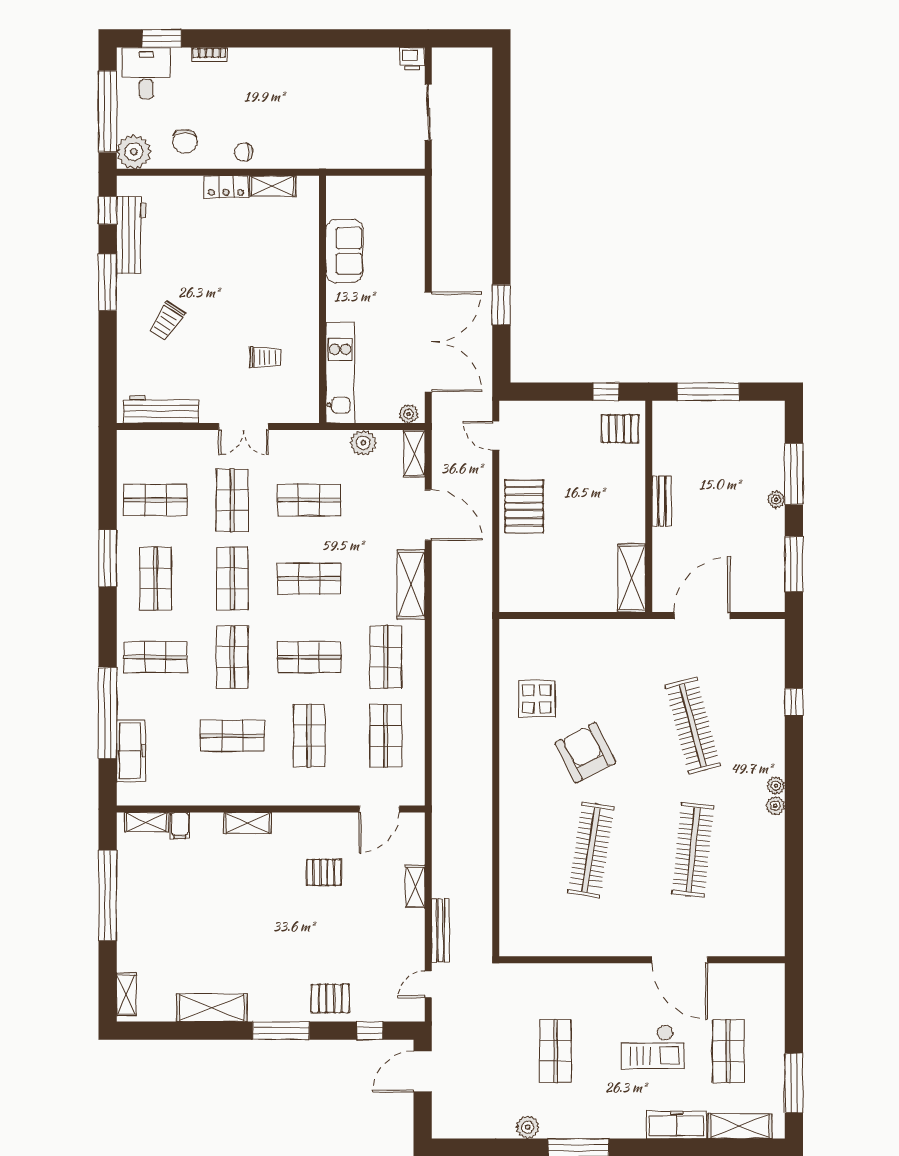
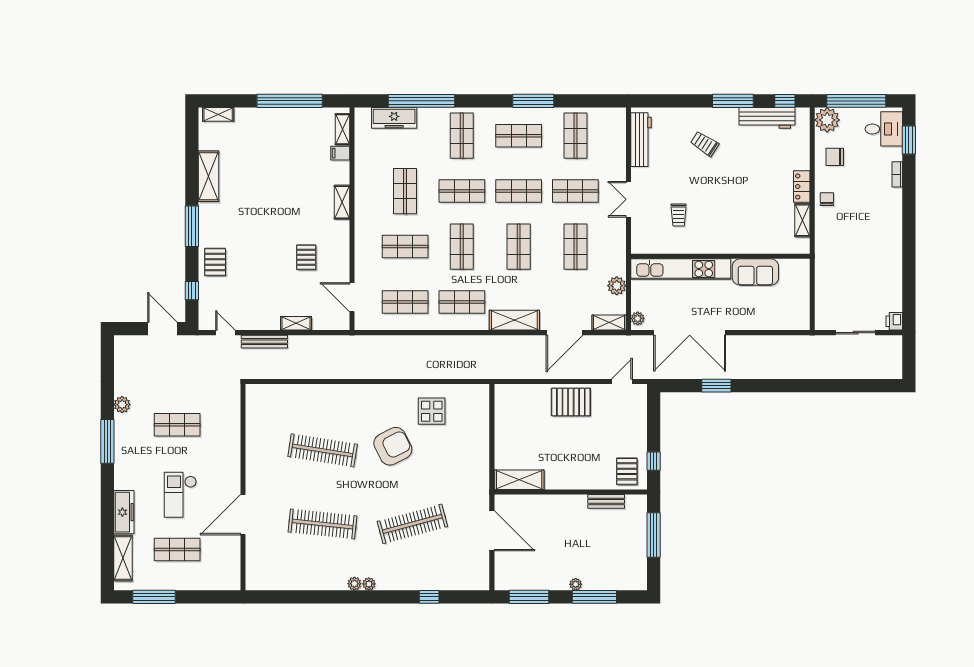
kitchen unit: (340, 373) -> (681, 269), width x1.36
bench: (662, 501) -> (606, 501), moved

